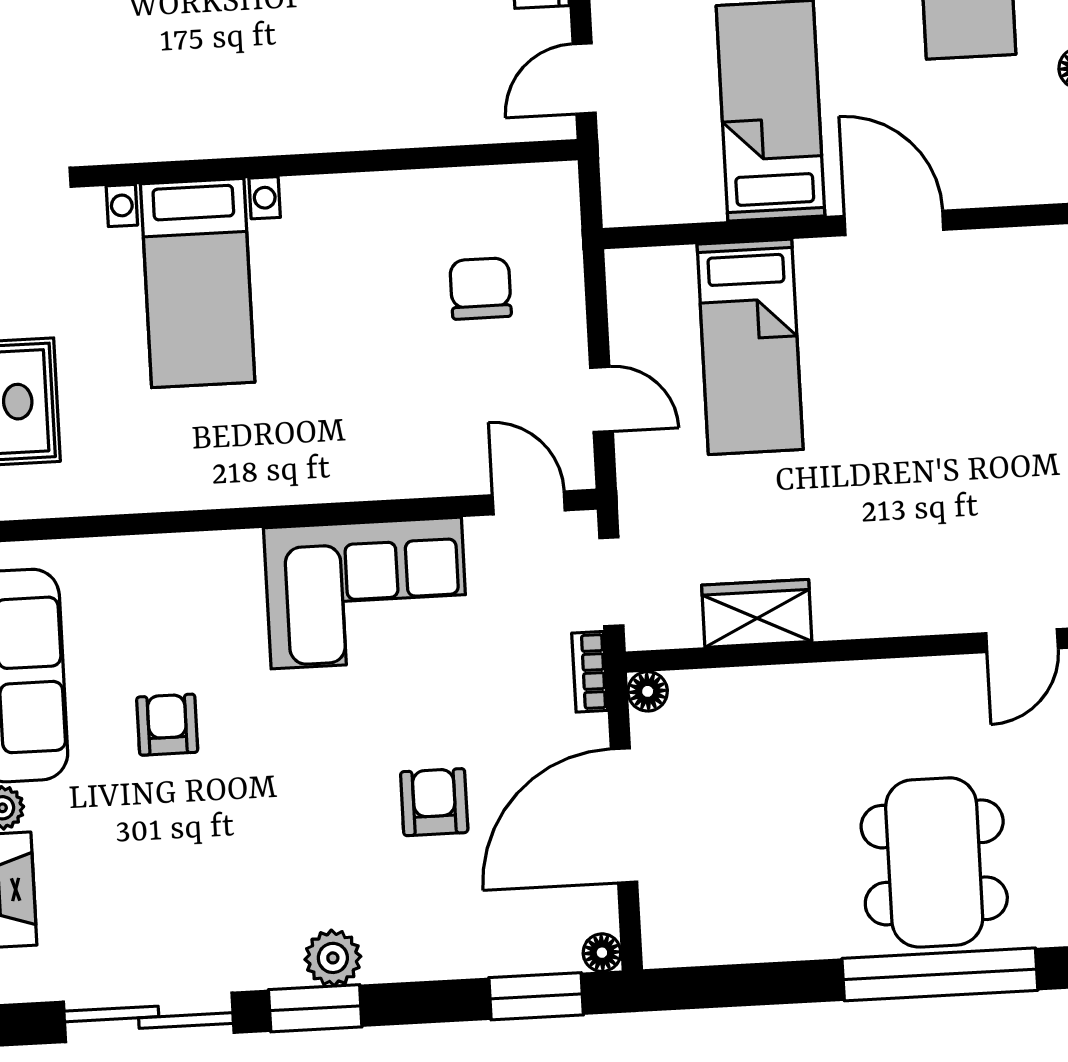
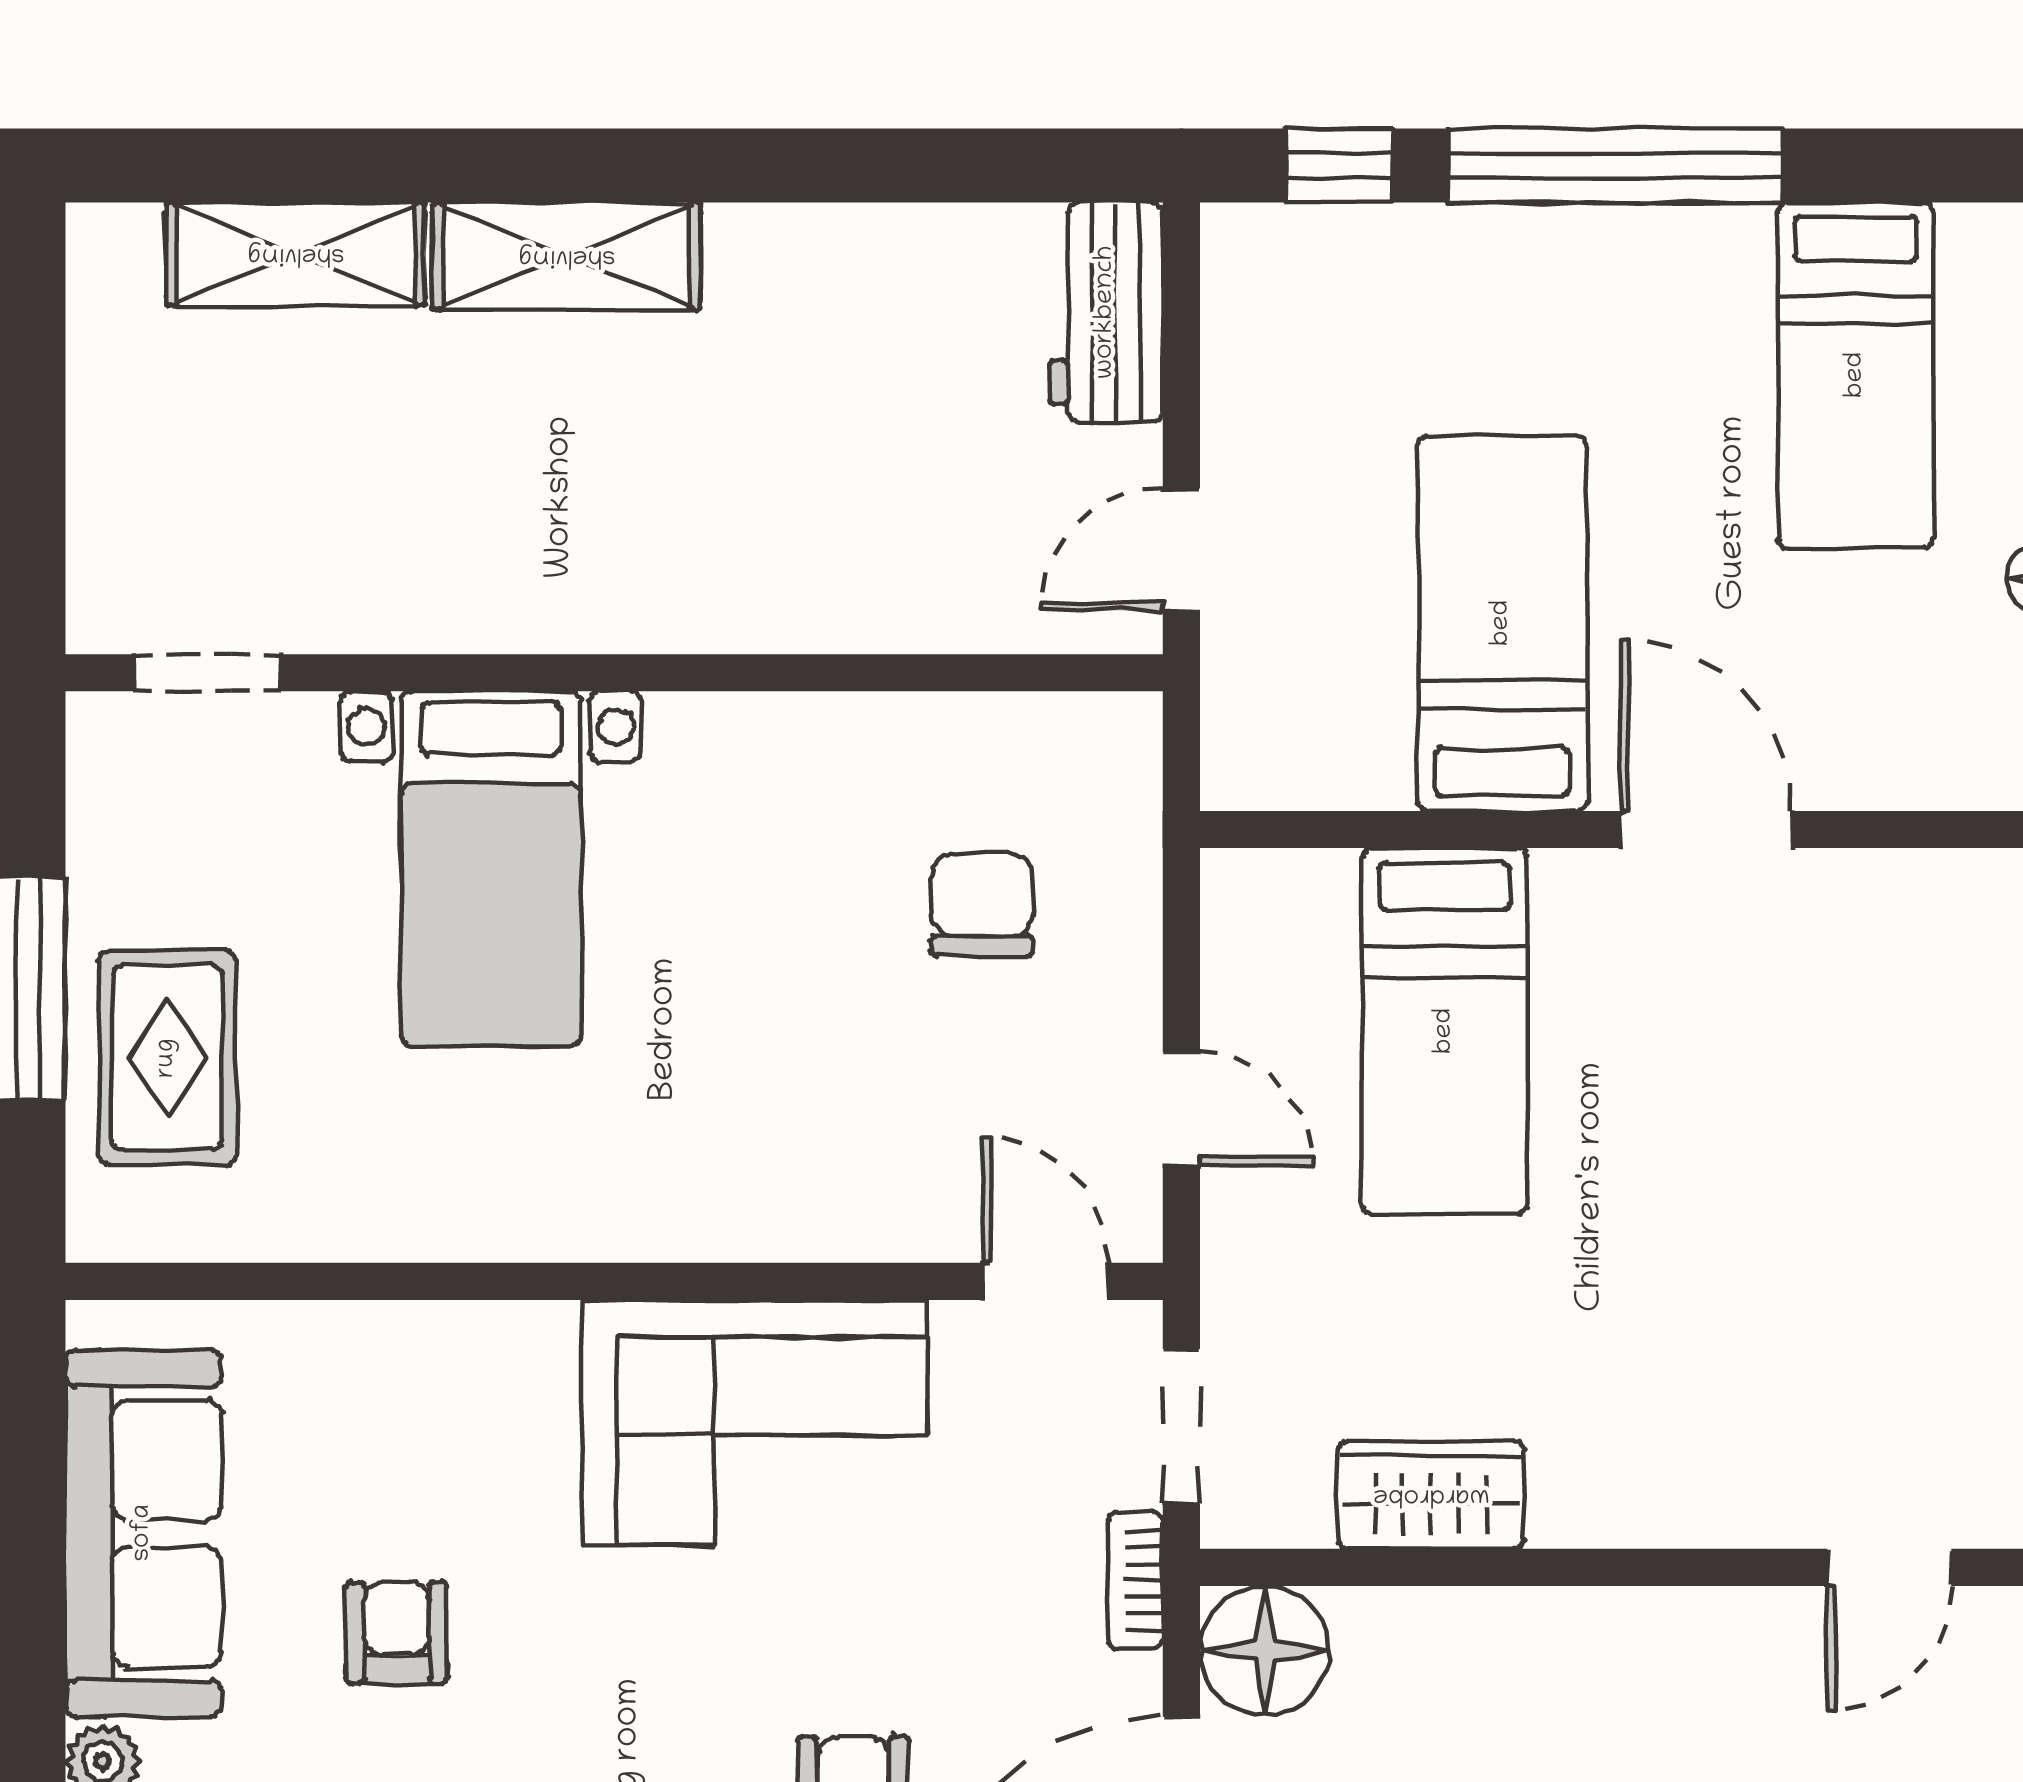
floor lamp: (648, 691) -> (1265, 1650), width x1.89, depth x1.89

